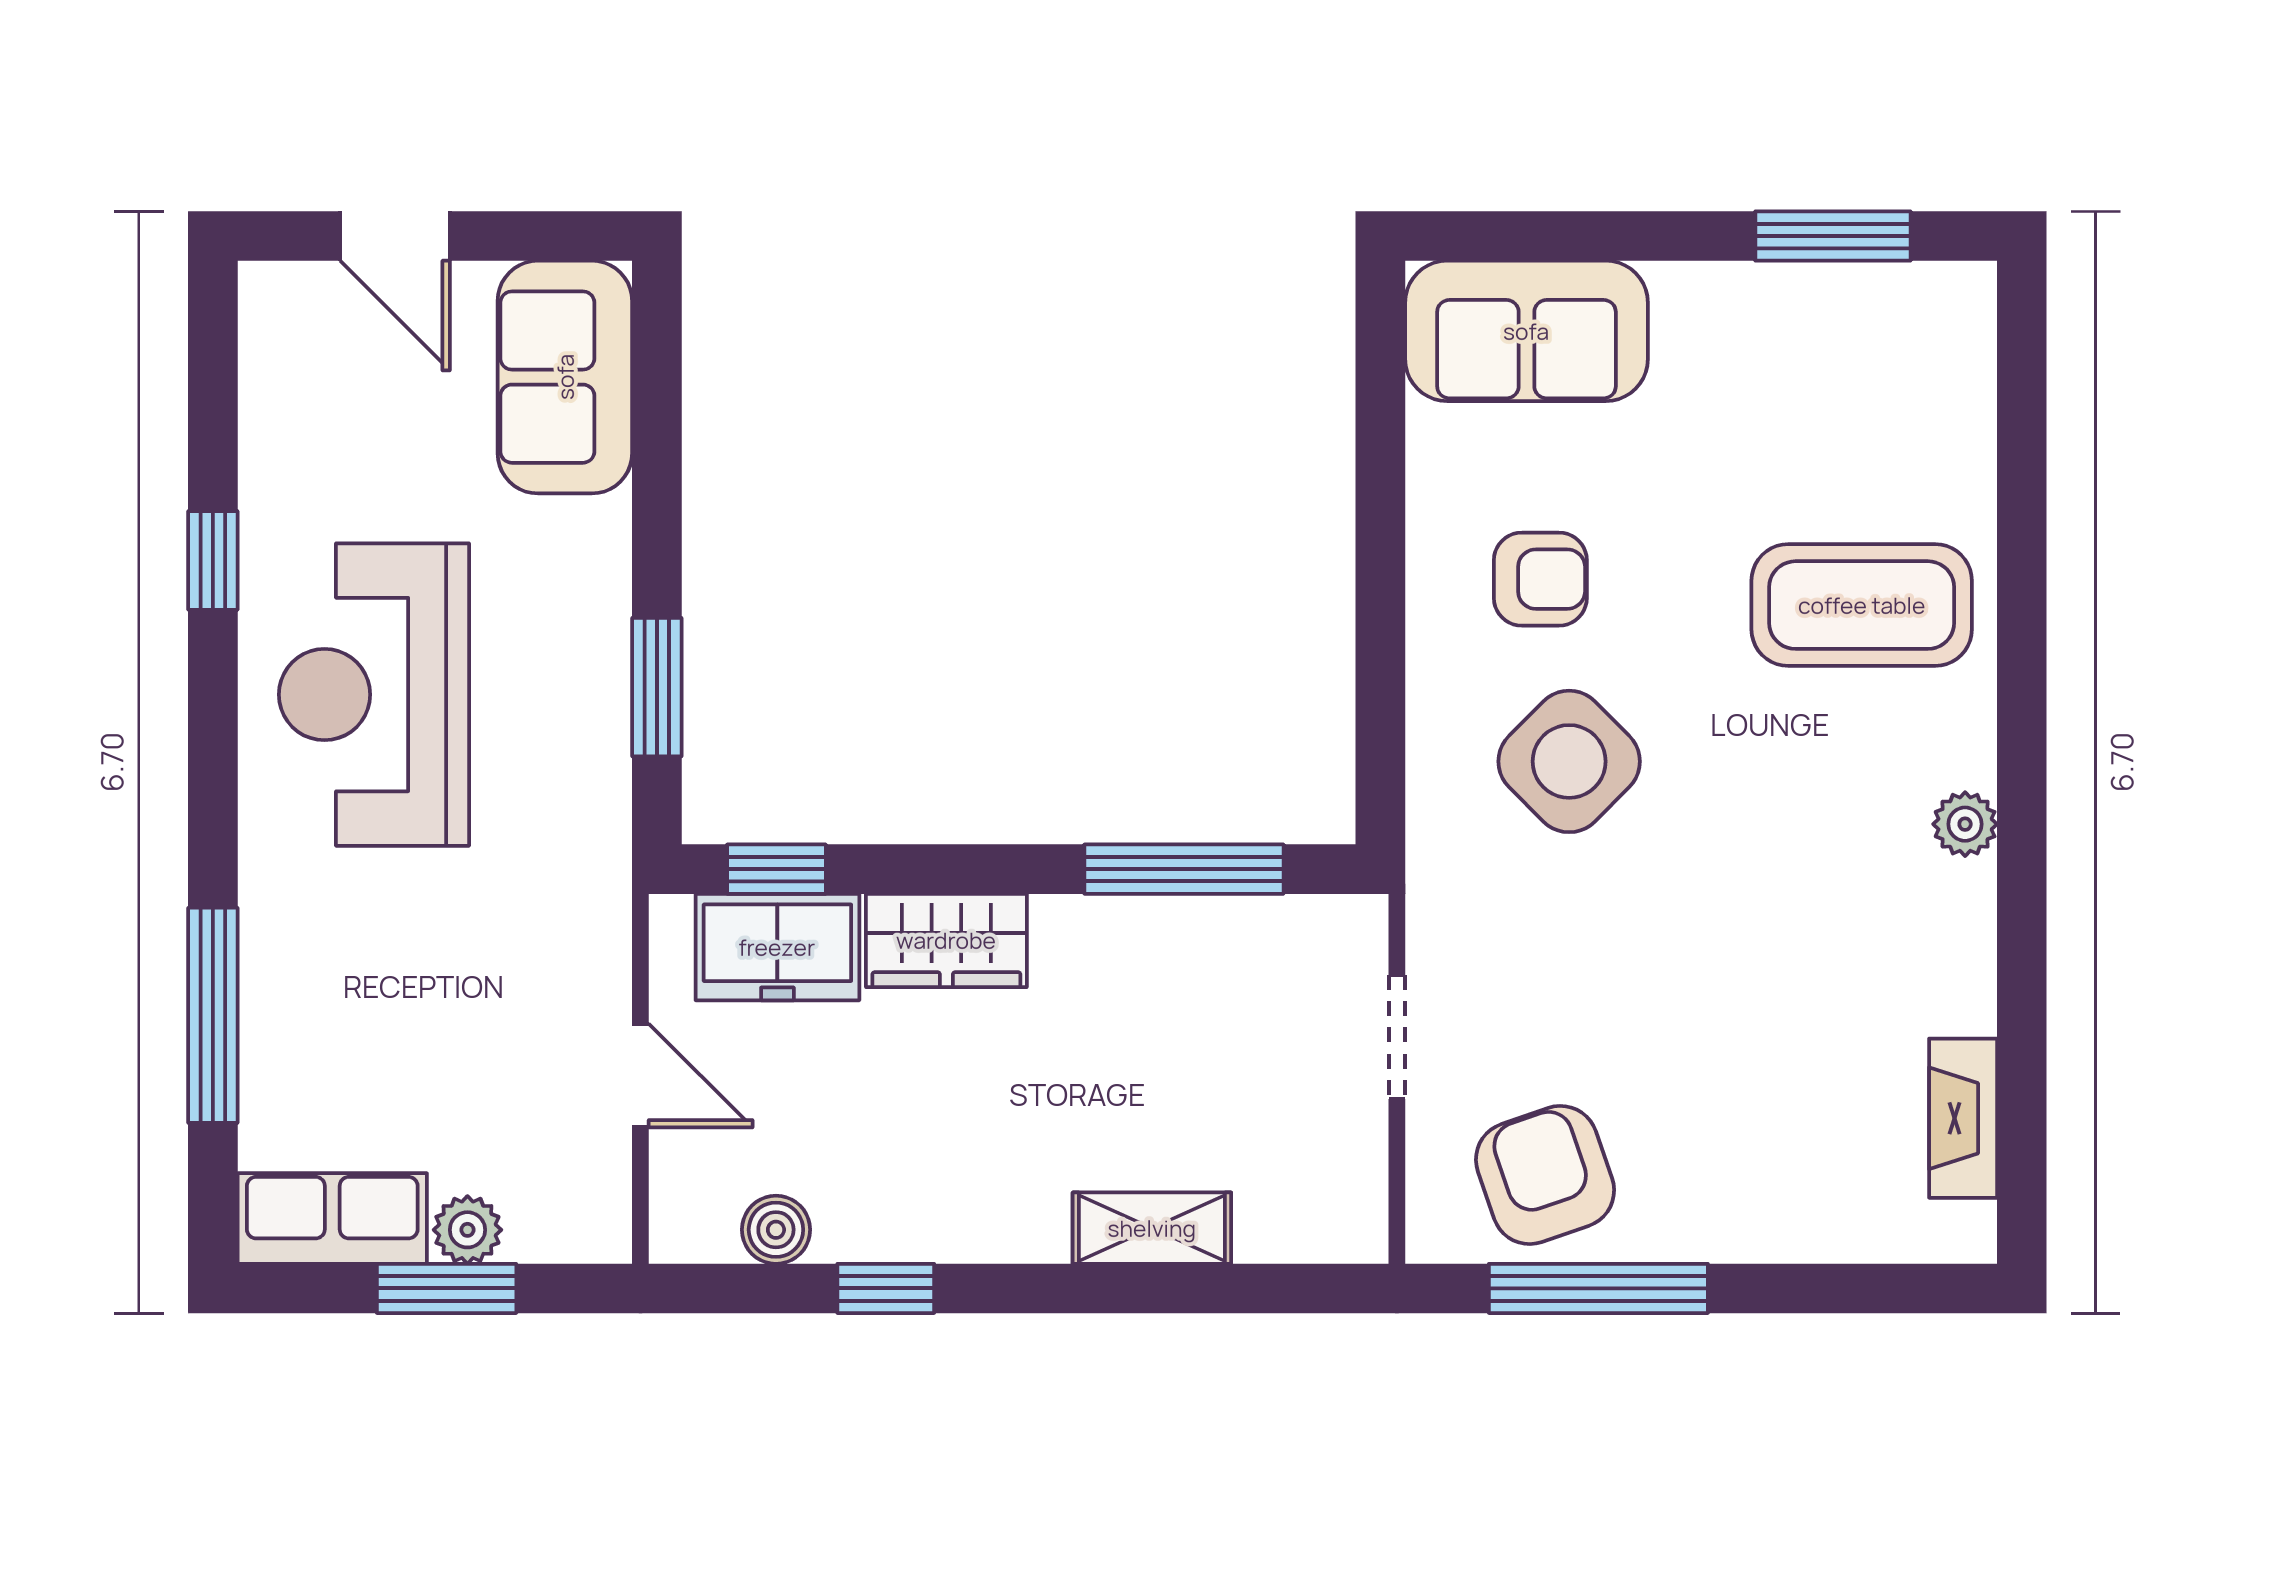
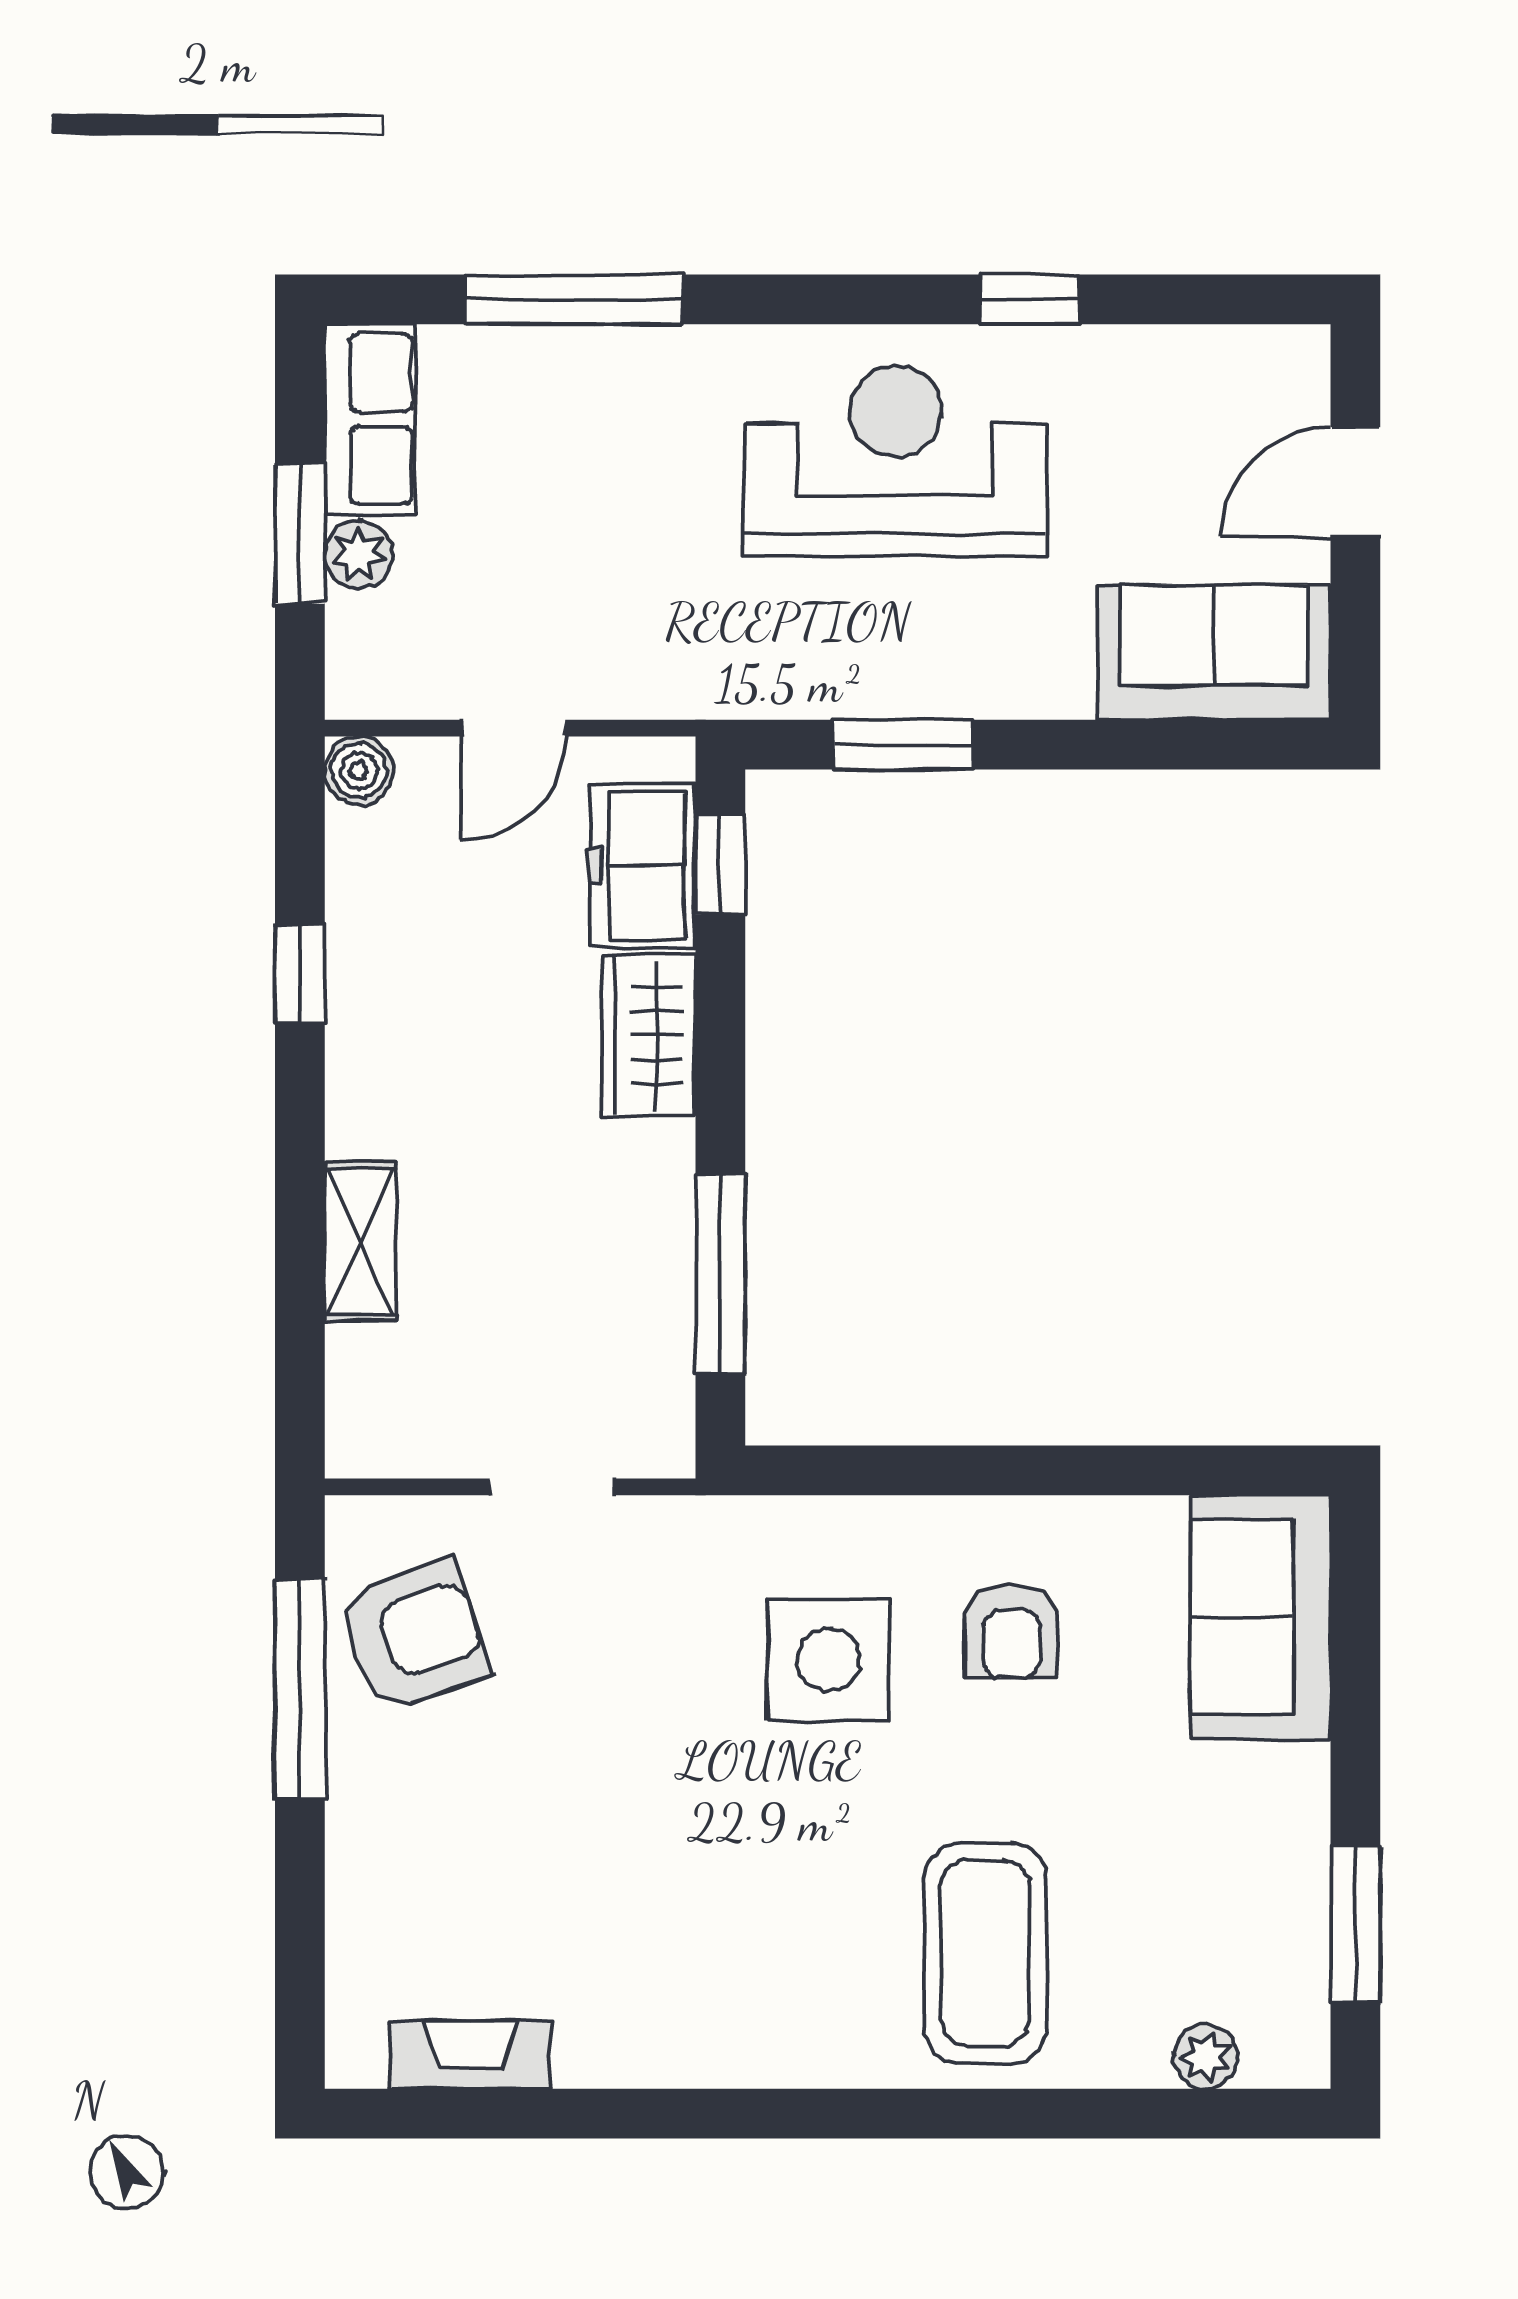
side table: (1569, 761) -> (828, 1660), turned 45
plant: (1965, 824) -> (1206, 2057), moved
boiler: (776, 1230) -> (359, 771), moved

